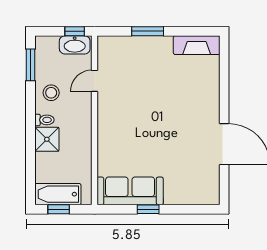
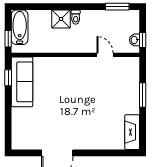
washbasin: (75, 45) -> (134, 40), width x0.52, depth x0.69
stool: (51, 93) -> (96, 22), removed
window: (59, 209) -> (8, 39), moved
window: (148, 209) -> (8, 78), moved

